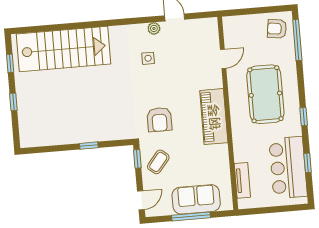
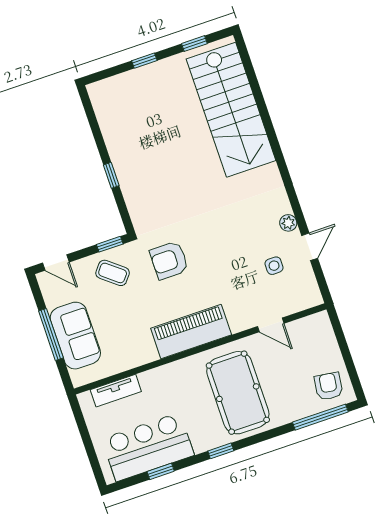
side table: (148, 58) -> (274, 266), moved
pool table: (265, 94) -> (238, 393), turned 90

